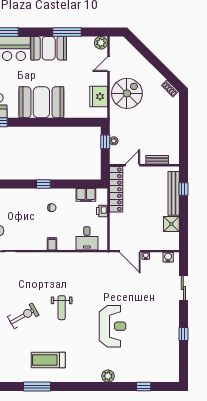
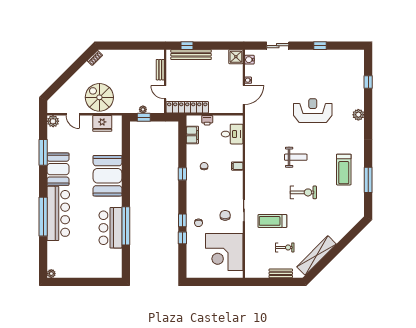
shower: (171, 224) -> (236, 57), moved
exercise bike: (23, 316) -> (303, 192), turned 119

